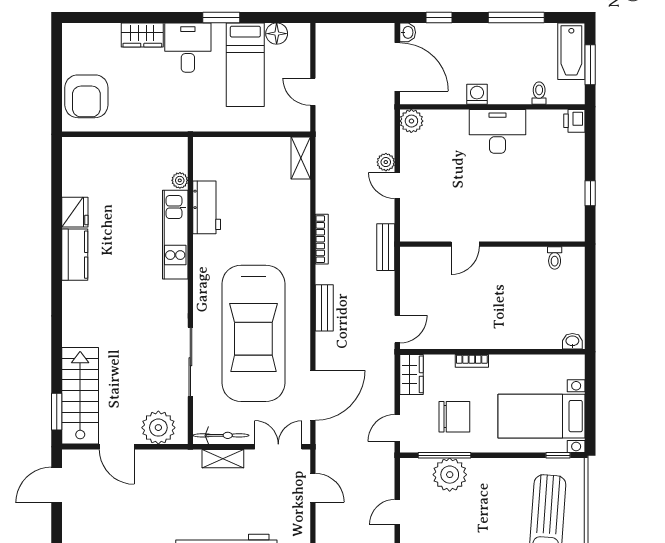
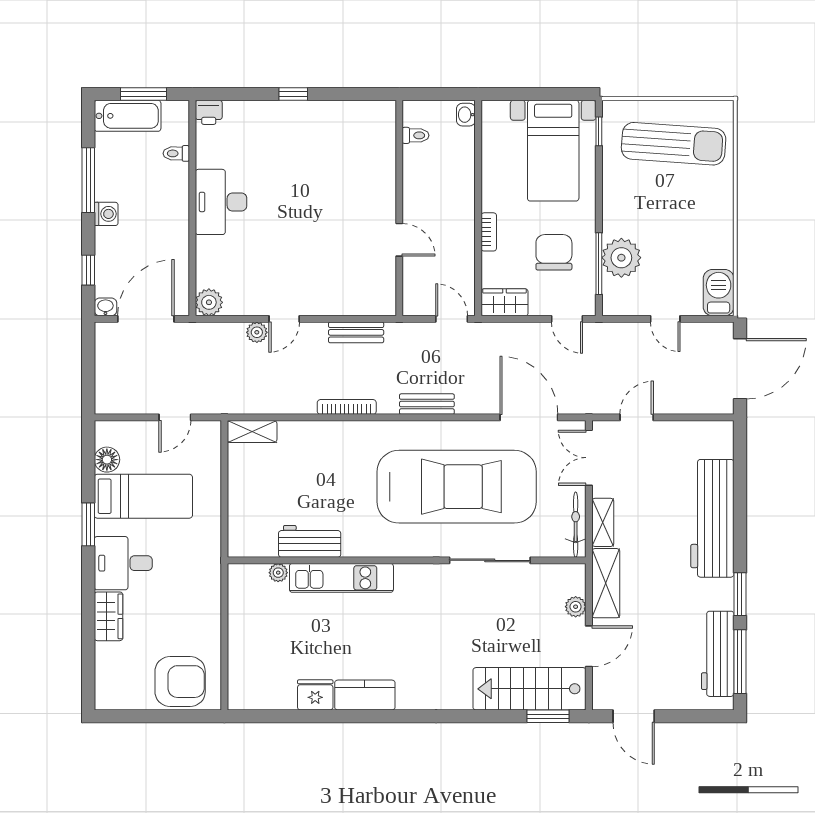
washing machine: (477, 94) -> (106, 214), moved, turned 180
door: (465, 244) -> (399, 240), moved
wall: (492, 244) -> (399, 208), moved
toilet: (555, 258) -> (415, 135), moved
plant: (158, 428) -> (576, 607), width x0.53, depth x0.53
shelving: (171, 461) -> (606, 583), added

